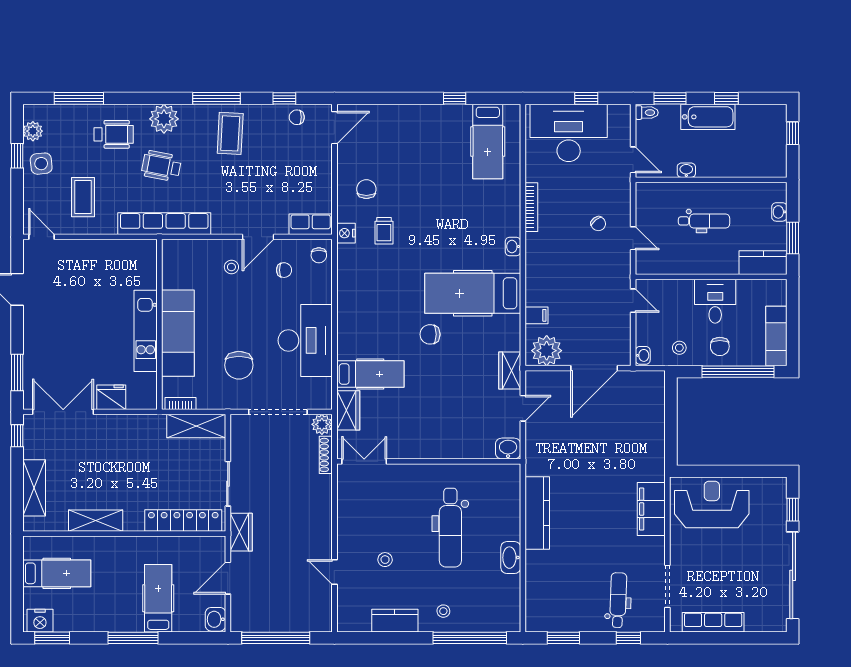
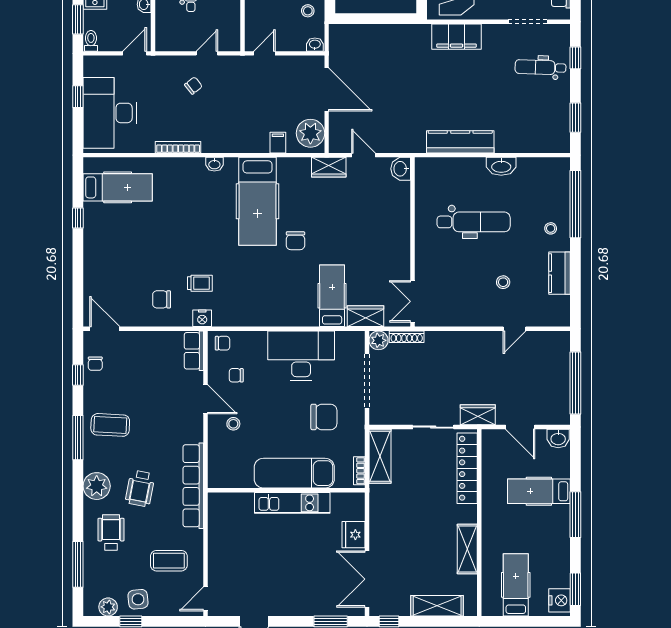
chair: (284, 270) -> (236, 375), turned -90

